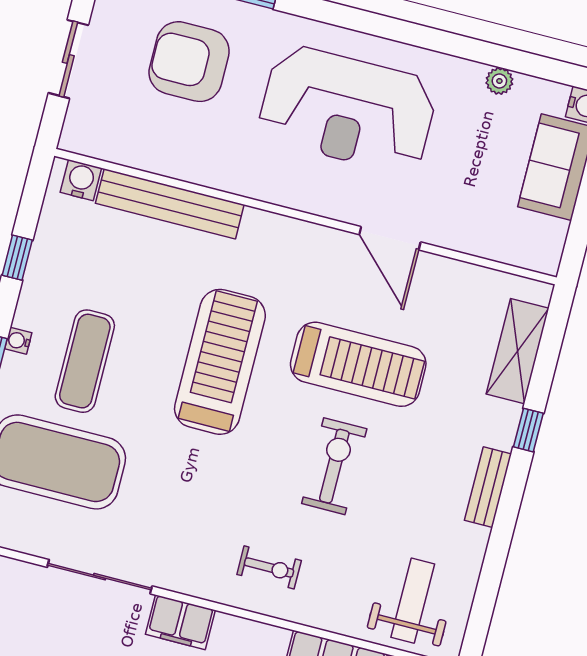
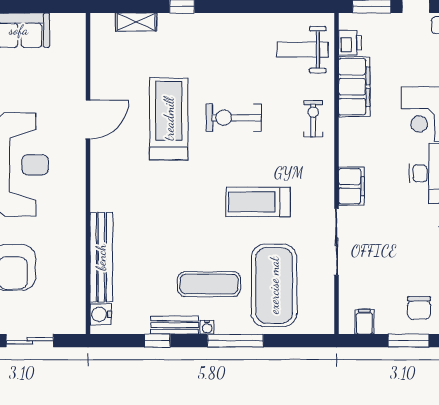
shelving: (518, 351) -> (136, 22), width x0.67, depth x0.75
treadmill: (220, 362) -> (258, 202), moved, width x0.73, depth x0.73
bench: (488, 487) -> (175, 325), moved
exercise bike: (269, 567) -> (313, 119), moved

